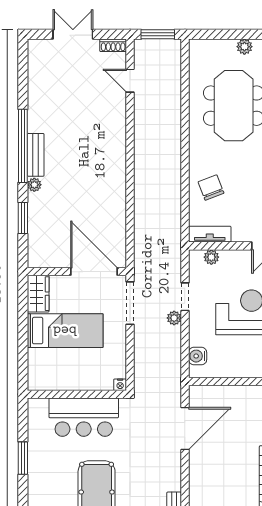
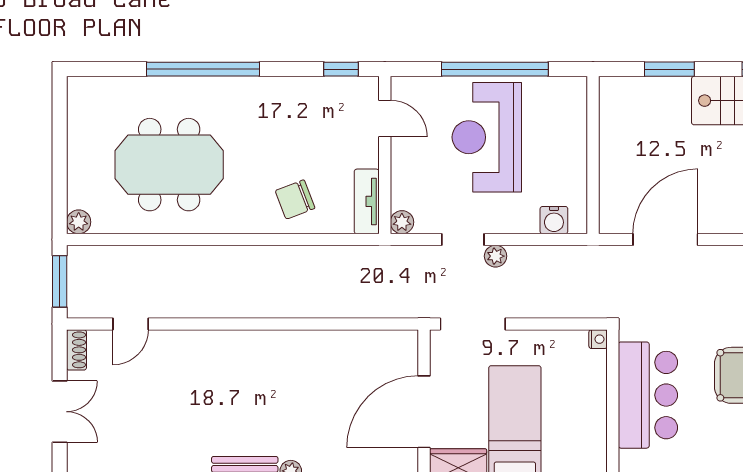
double door: (73, 34) -> (60, 412), swing flipped
plant: (244, 47) -> (79, 222), moved
plant: (211, 257) -> (402, 222), moved
door: (94, 272) -> (424, 412), moved
door: (185, 429) -> (665, 239), hinge flipped

